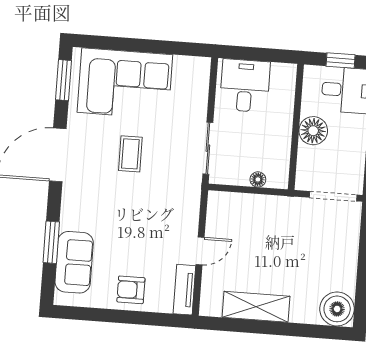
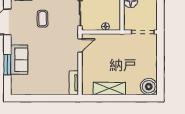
door: (200, 251) -> (80, 45), moved
sofa: (74, 262) -> (19, 60), moved
armchair: (131, 290) -> (48, 85), removed

